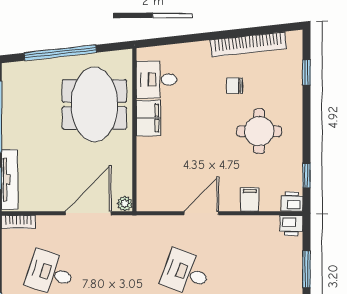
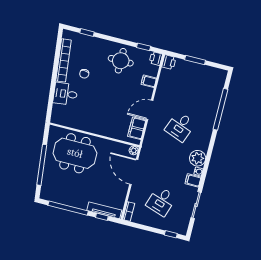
desk: (156, 80) -> (65, 94), moved, turned 84
filing cabinet: (148, 118) -> (137, 128), moved, turned -90
round table: (259, 131) -> (121, 61), moved
door: (201, 213) -> (150, 110), hinge flipped

